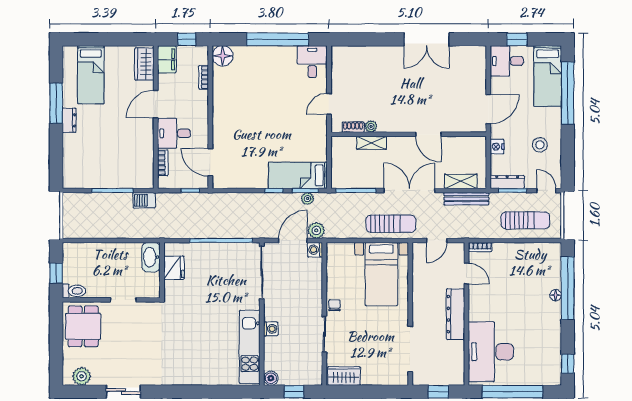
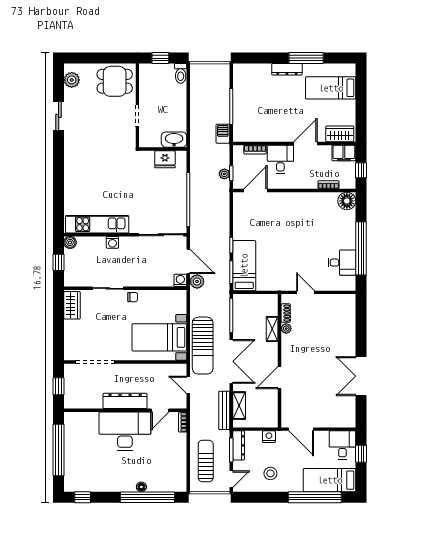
desk: (312, 62) -> (342, 263), moved
door: (156, 104) -> (305, 144), hinge flipped
dresser: (69, 120) -> (287, 69), width x1.44
plant: (307, 199) -> (224, 174), moved
sun lounger: (525, 220) -> (206, 461), turned 180
sun lounger: (391, 224) -> (203, 346), width x1.36, depth x1.34
toilet: (74, 291) -> (181, 73), moved
desk: (491, 352) -> (125, 431), moved

